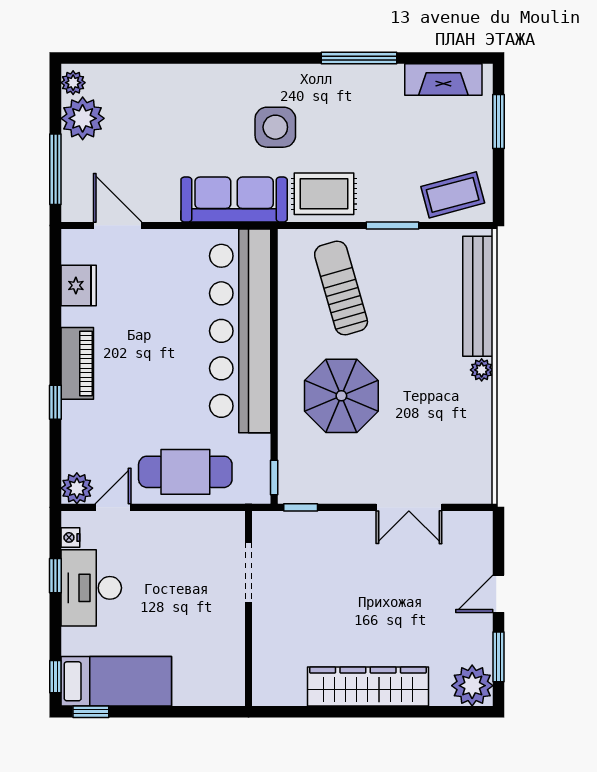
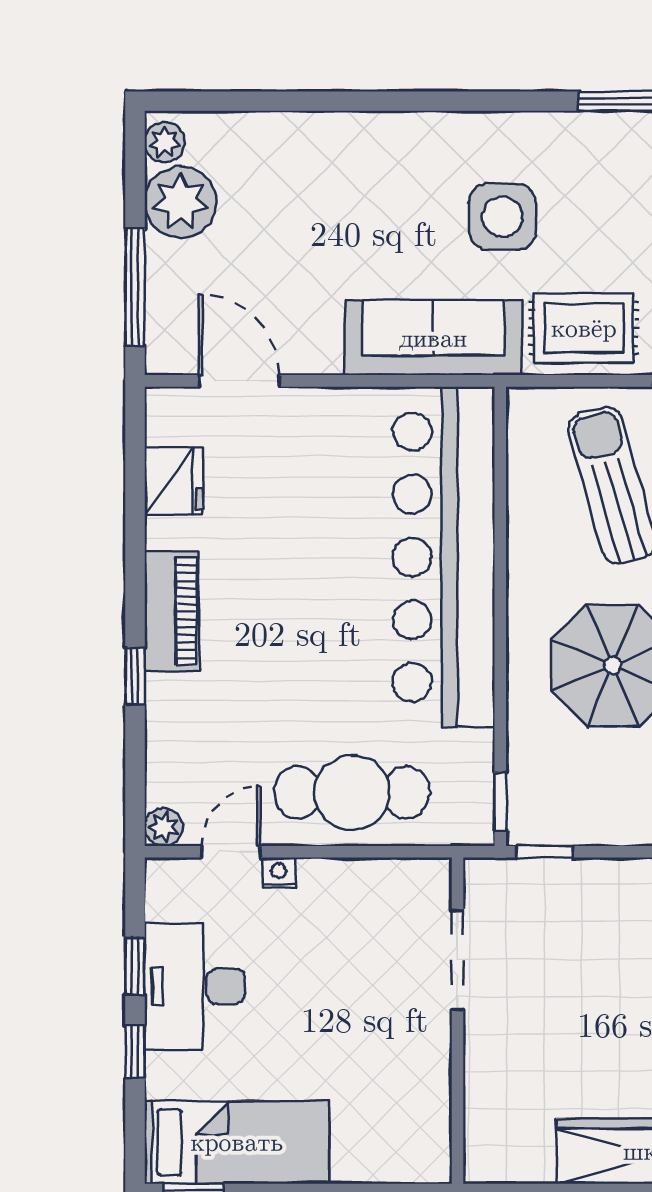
plant: (77, 488) -> (164, 827), width x0.73, depth x0.73
nightstand: (70, 537) -> (279, 873), moved, turned 90
window: (55, 677) -> (135, 1052), moved

